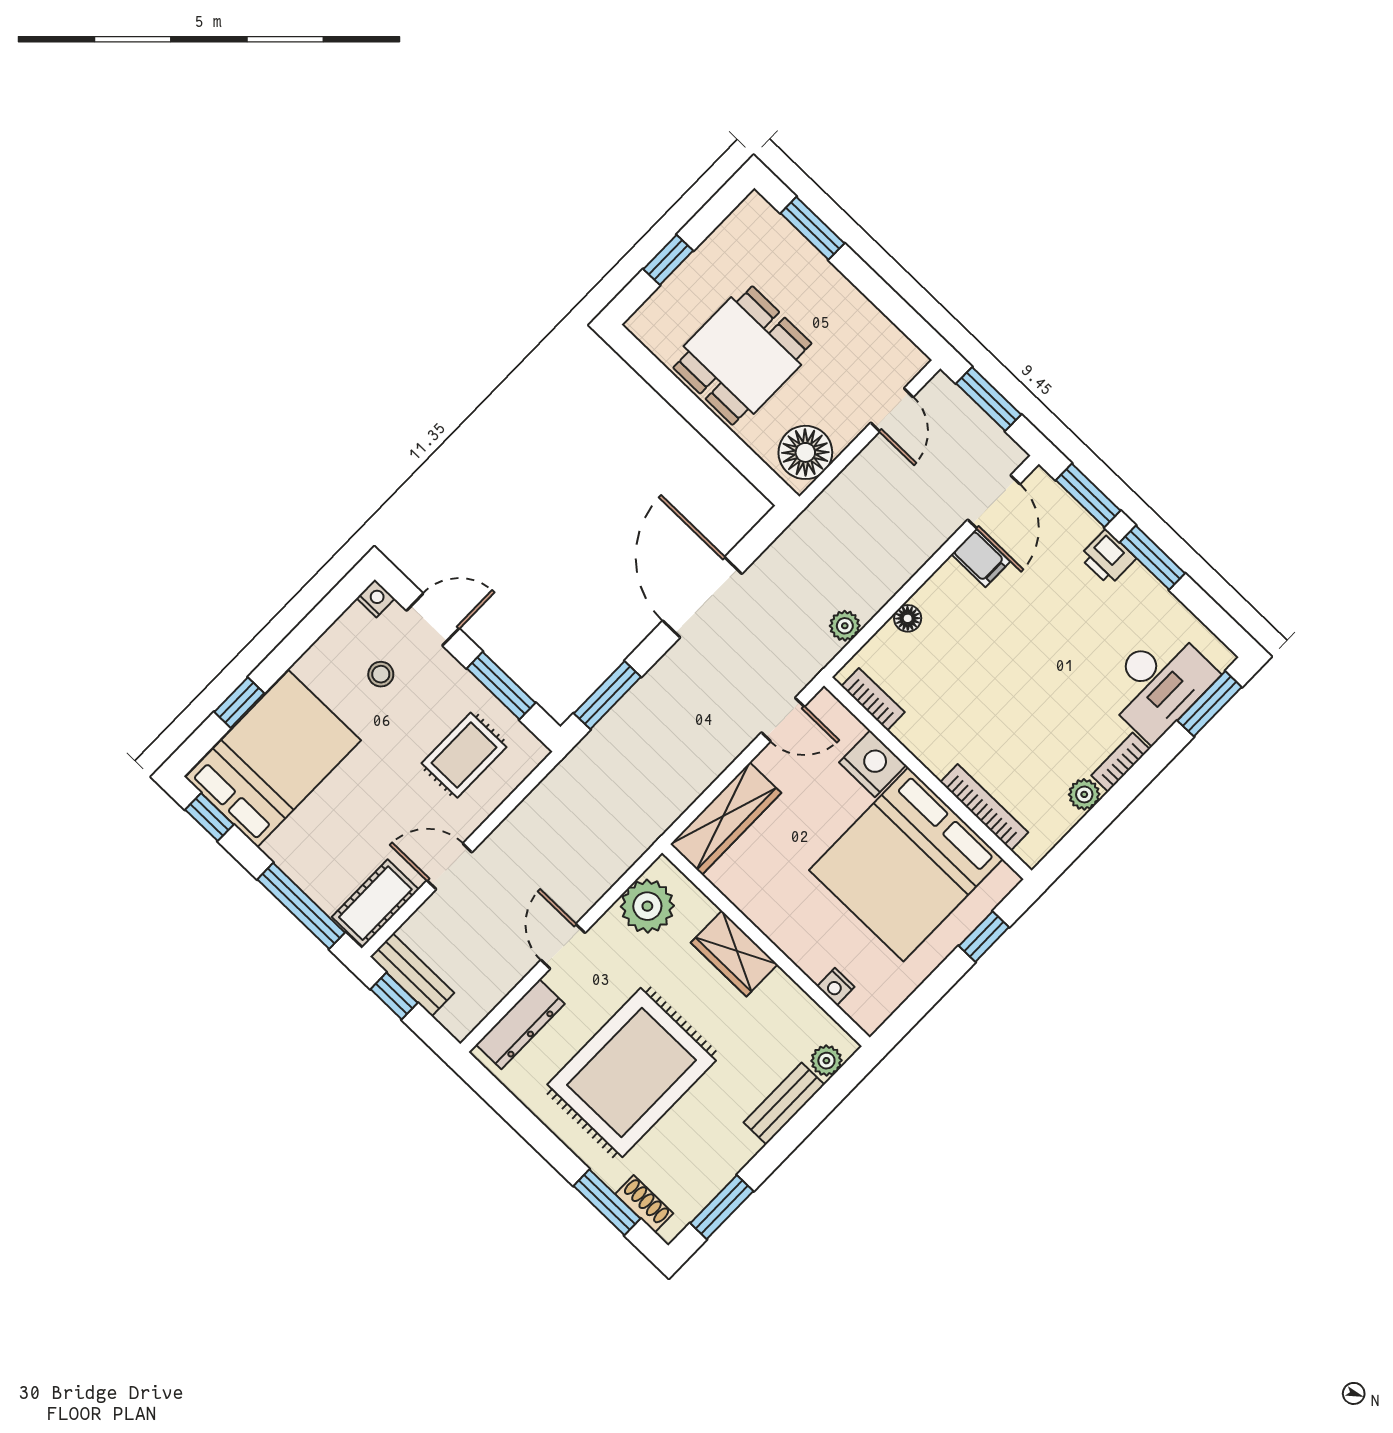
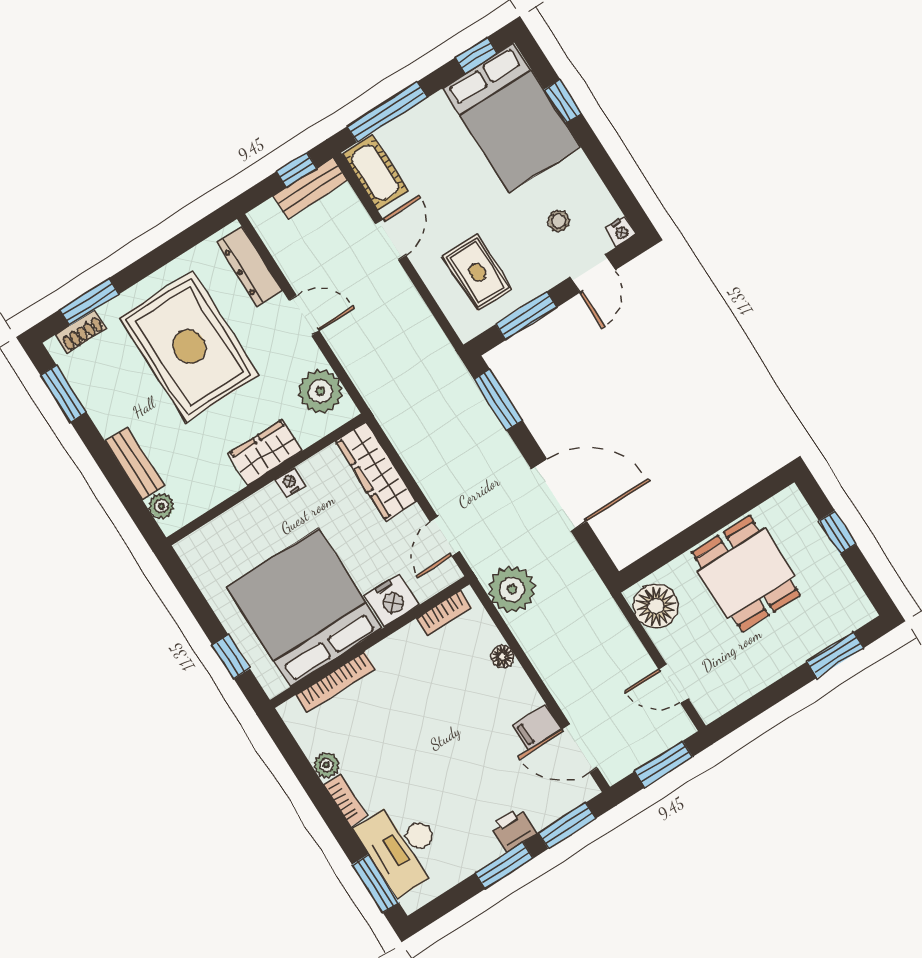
plant: (845, 626) -> (512, 589), width x1.88, depth x1.88
nightstand: (836, 987) -> (290, 483), moved

